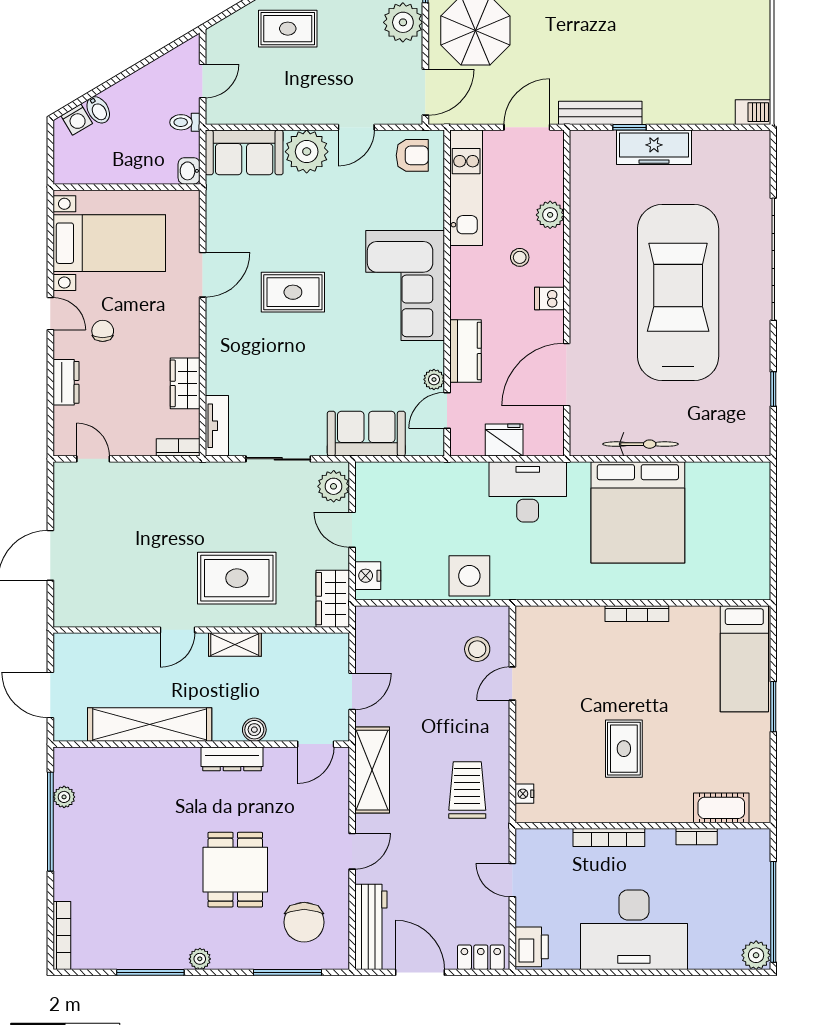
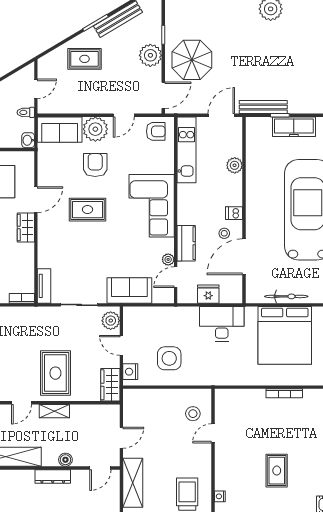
armchair: (306, 214) -> (95, 165), added
stool: (520, 257) -> (224, 233), moved
wardrobe: (185, 383) -> (26, 228), moved
side table: (469, 576) -> (169, 358), moved
rug: (237, 578) -> (55, 373), turned 90

